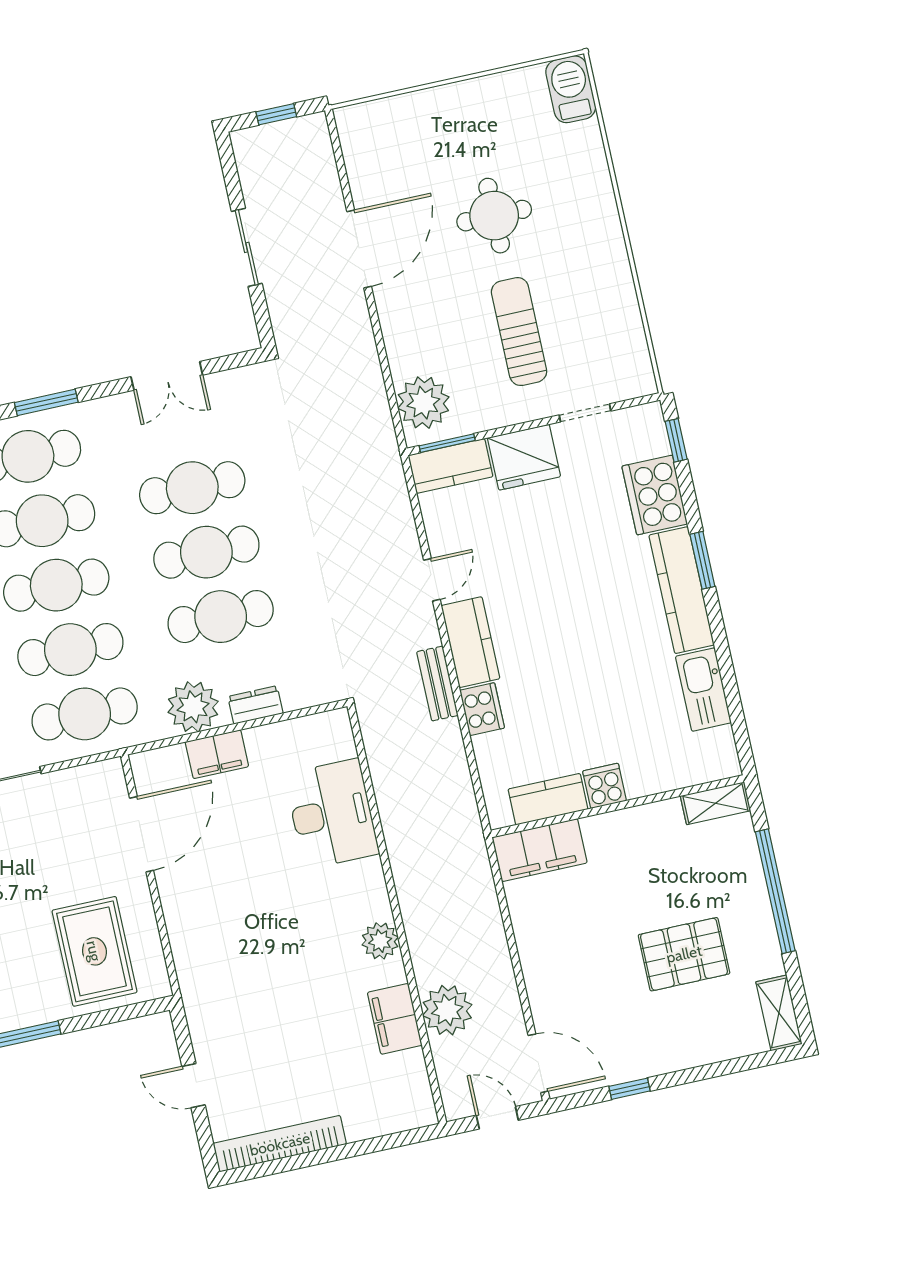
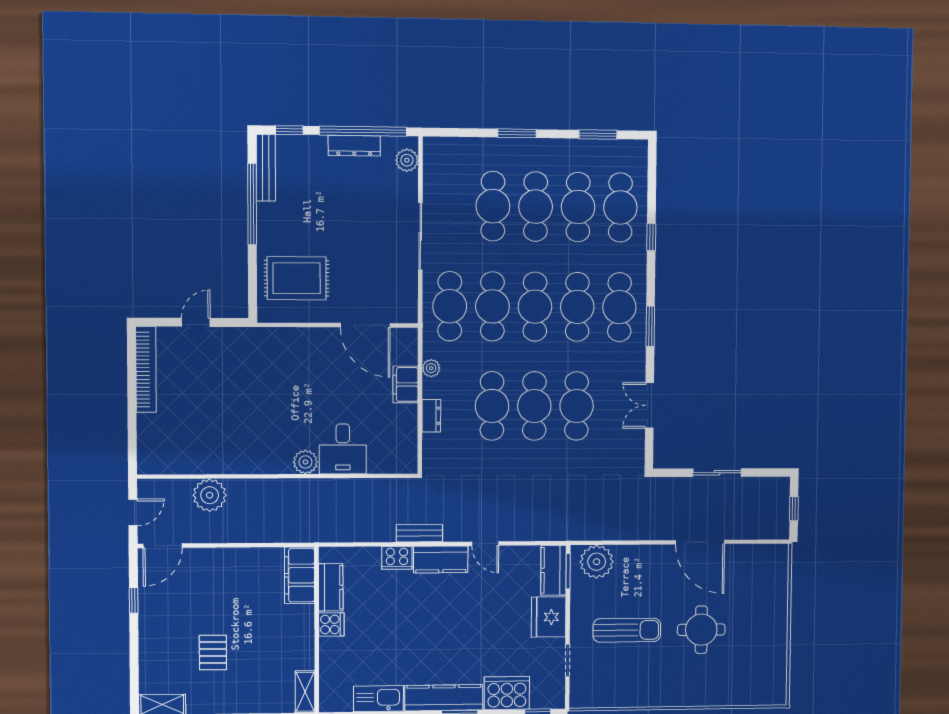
barbecue: (571, 89) -> (767, 693), removed
plant: (193, 707) -> (431, 368), width x0.53, depth x0.53
desk: (332, 814) -> (343, 449), width x0.73
plant: (380, 941) -> (305, 462), moved
pallet: (684, 954) -> (213, 652), width x0.67, depth x0.71
filing cabinet: (395, 1019) -> (211, 461), removed

